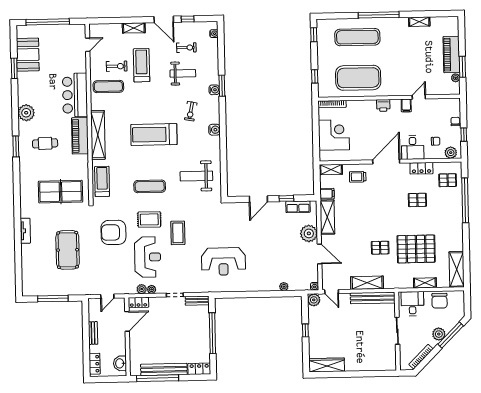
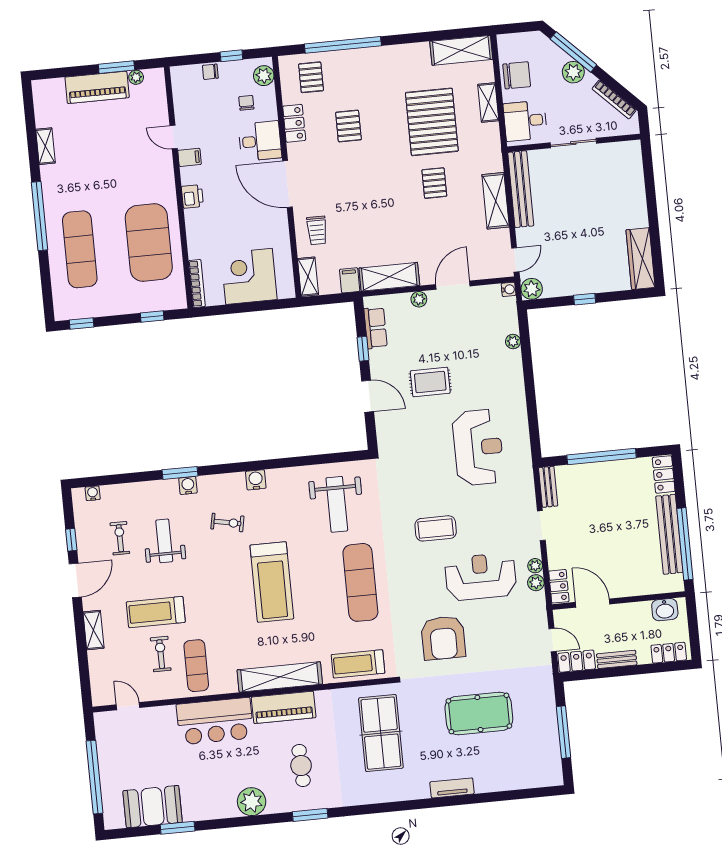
exercise mat: (150, 186) -> (360, 582), width x1.36, depth x1.45
rug: (149, 219) -> (430, 382), moved, turned 90
plant: (309, 233) -> (419, 299), width x0.53, depth x0.53
locker: (94, 309) -> (577, 661), added

